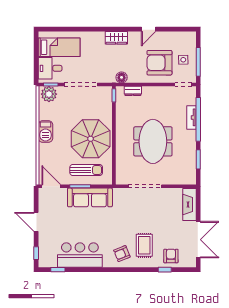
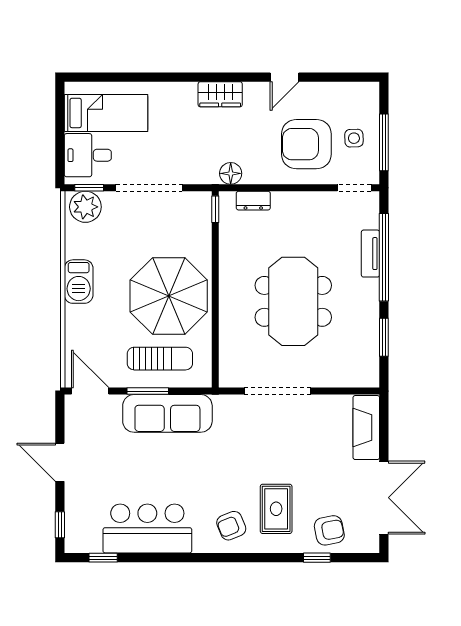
armchair: (171, 256) -> (329, 530), turned 79

